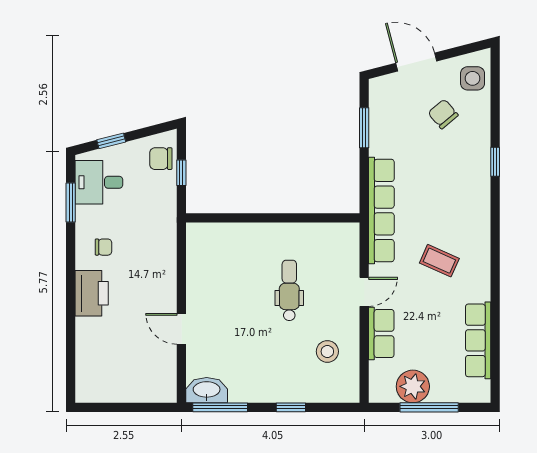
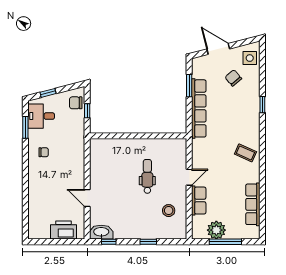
row of seats: (381, 211) -> (199, 108), moved
coffee table: (439, 261) -> (245, 153), moved
printer: (92, 293) -> (63, 230), moved, turned -90
window: (220, 407) -> (109, 242), width x0.46

